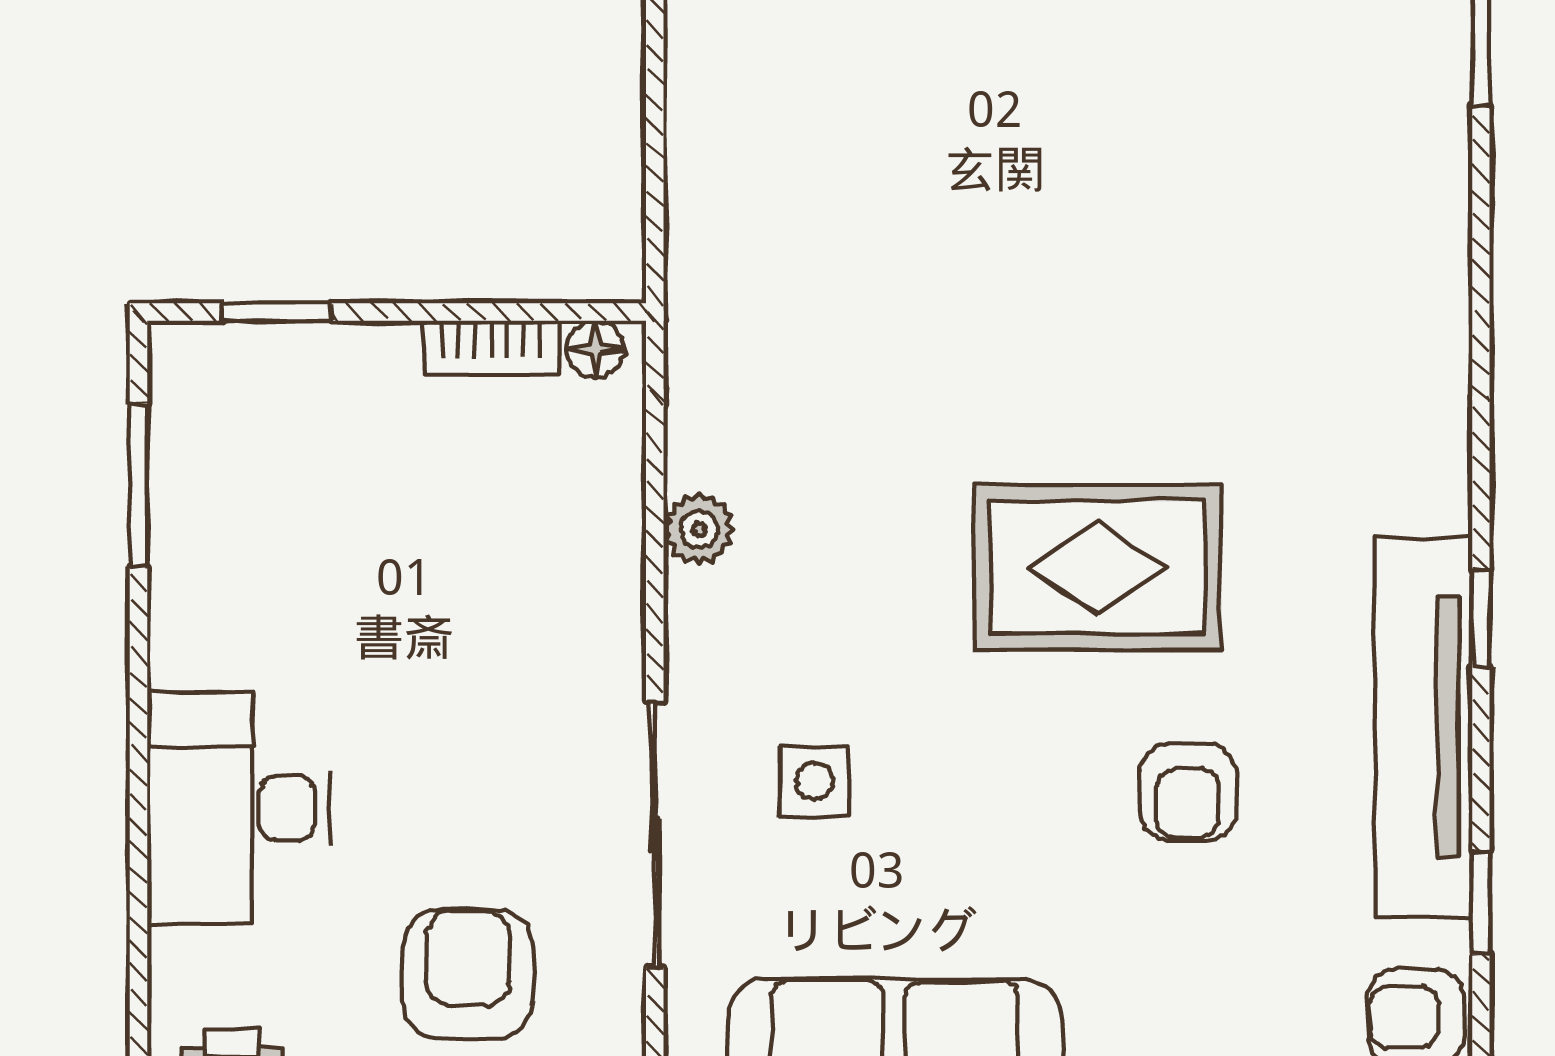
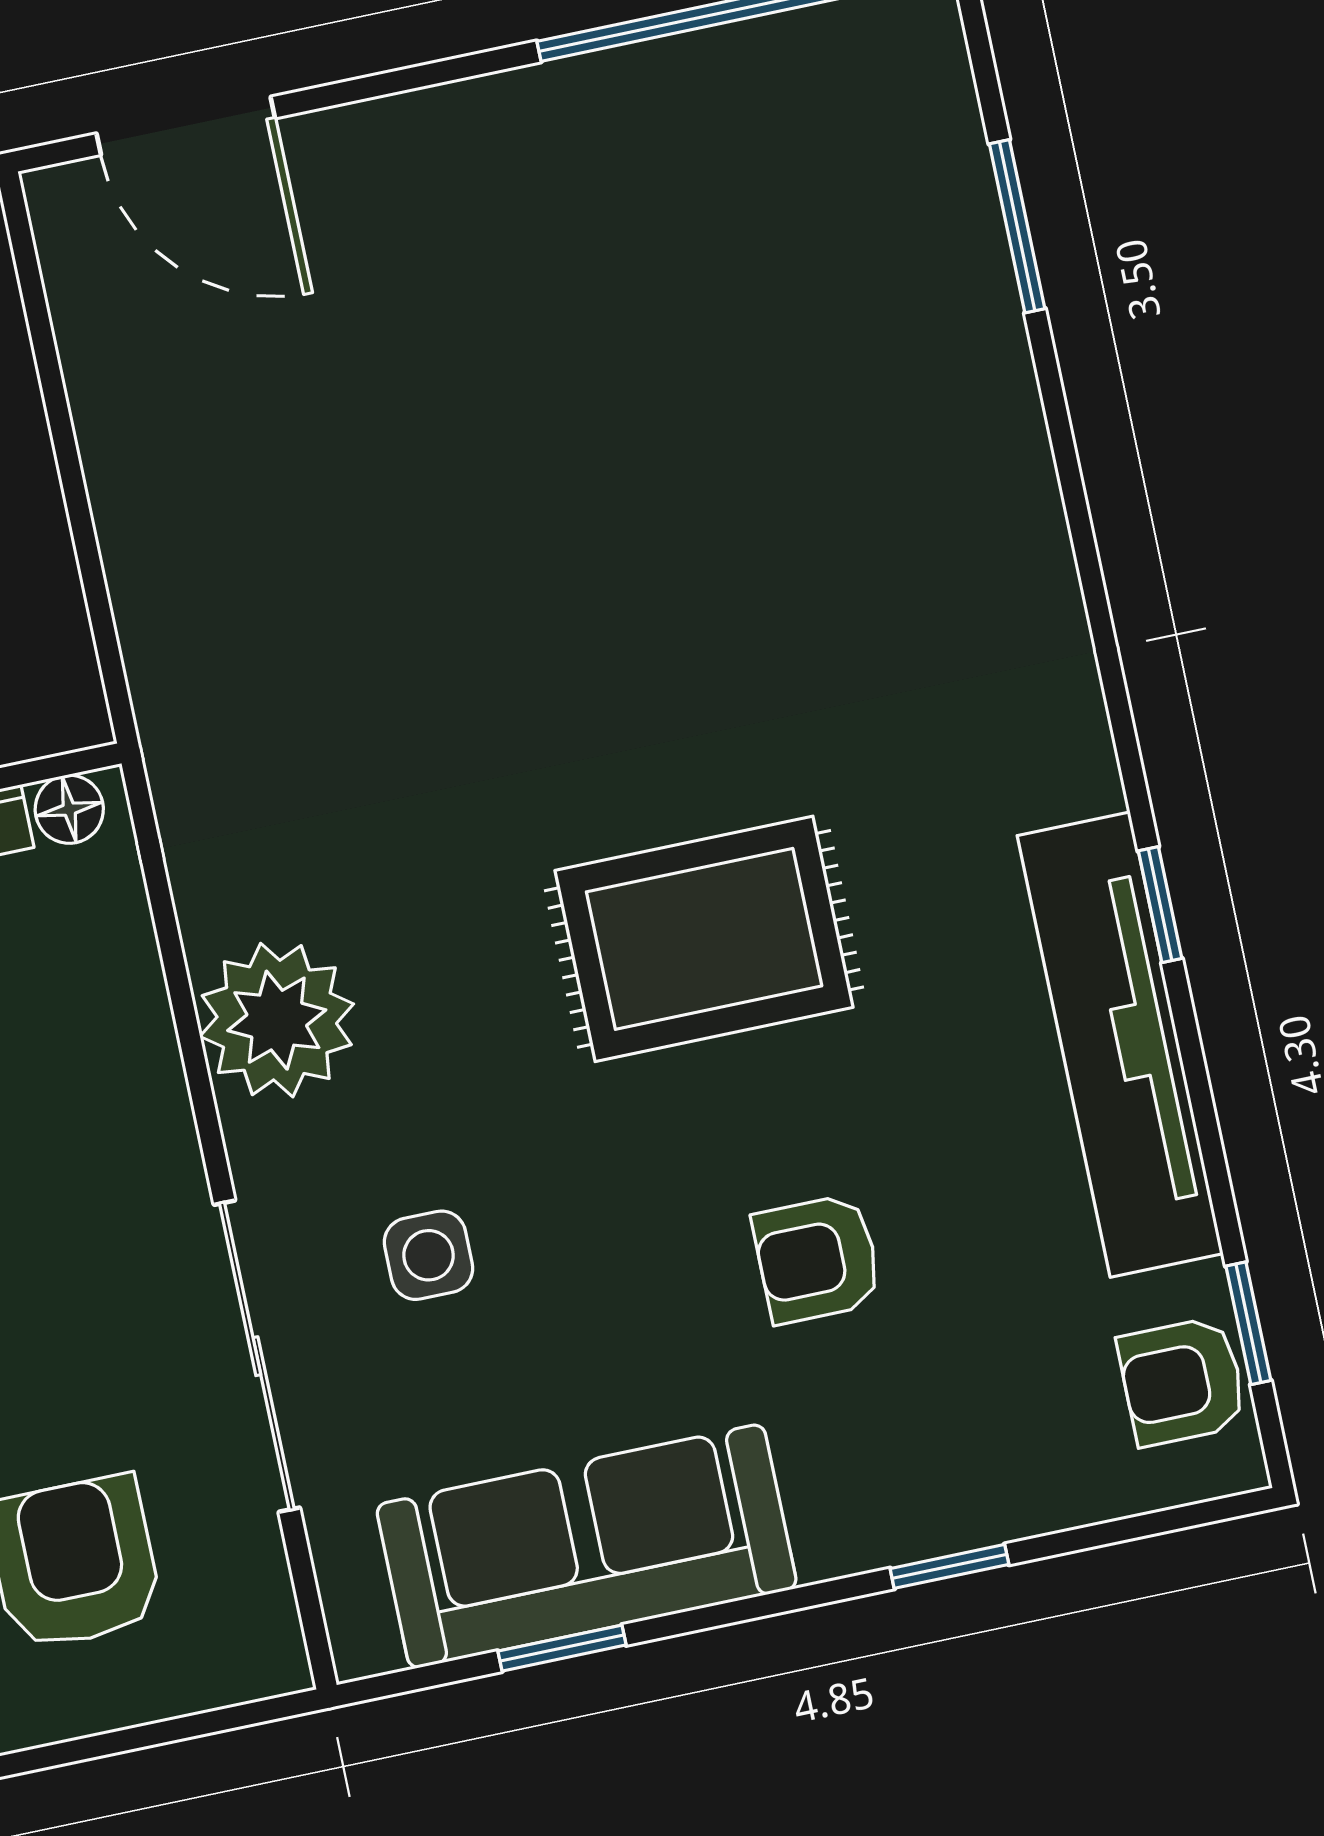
plant: (699, 529) -> (277, 1020), width x1.87, depth x1.87
armchair: (1188, 792) -> (817, 1259), moved, turned 90
window: (1481, 903) -> (1248, 1323), moved

